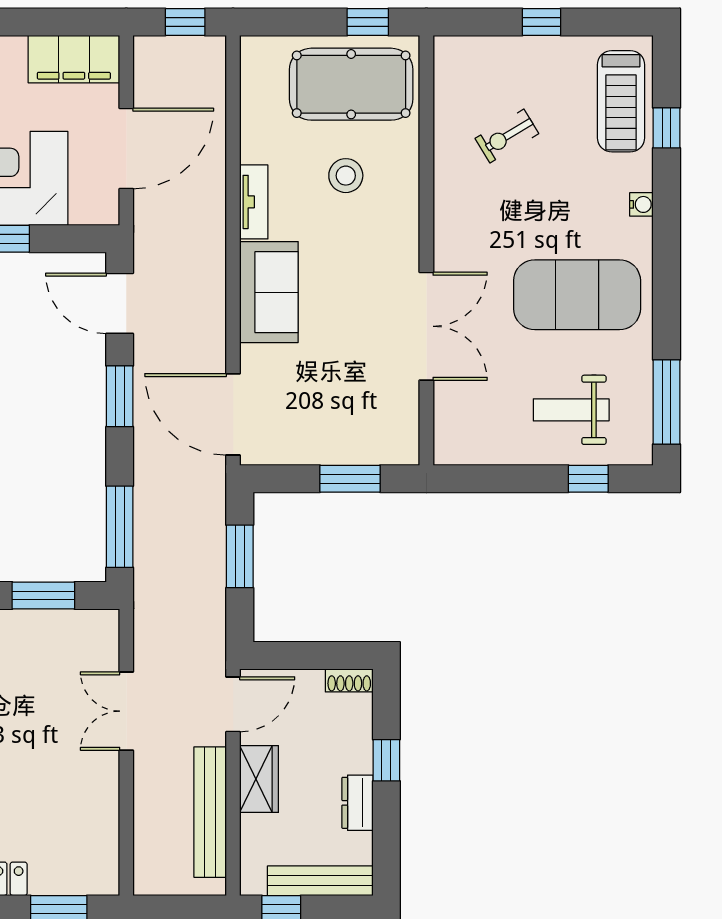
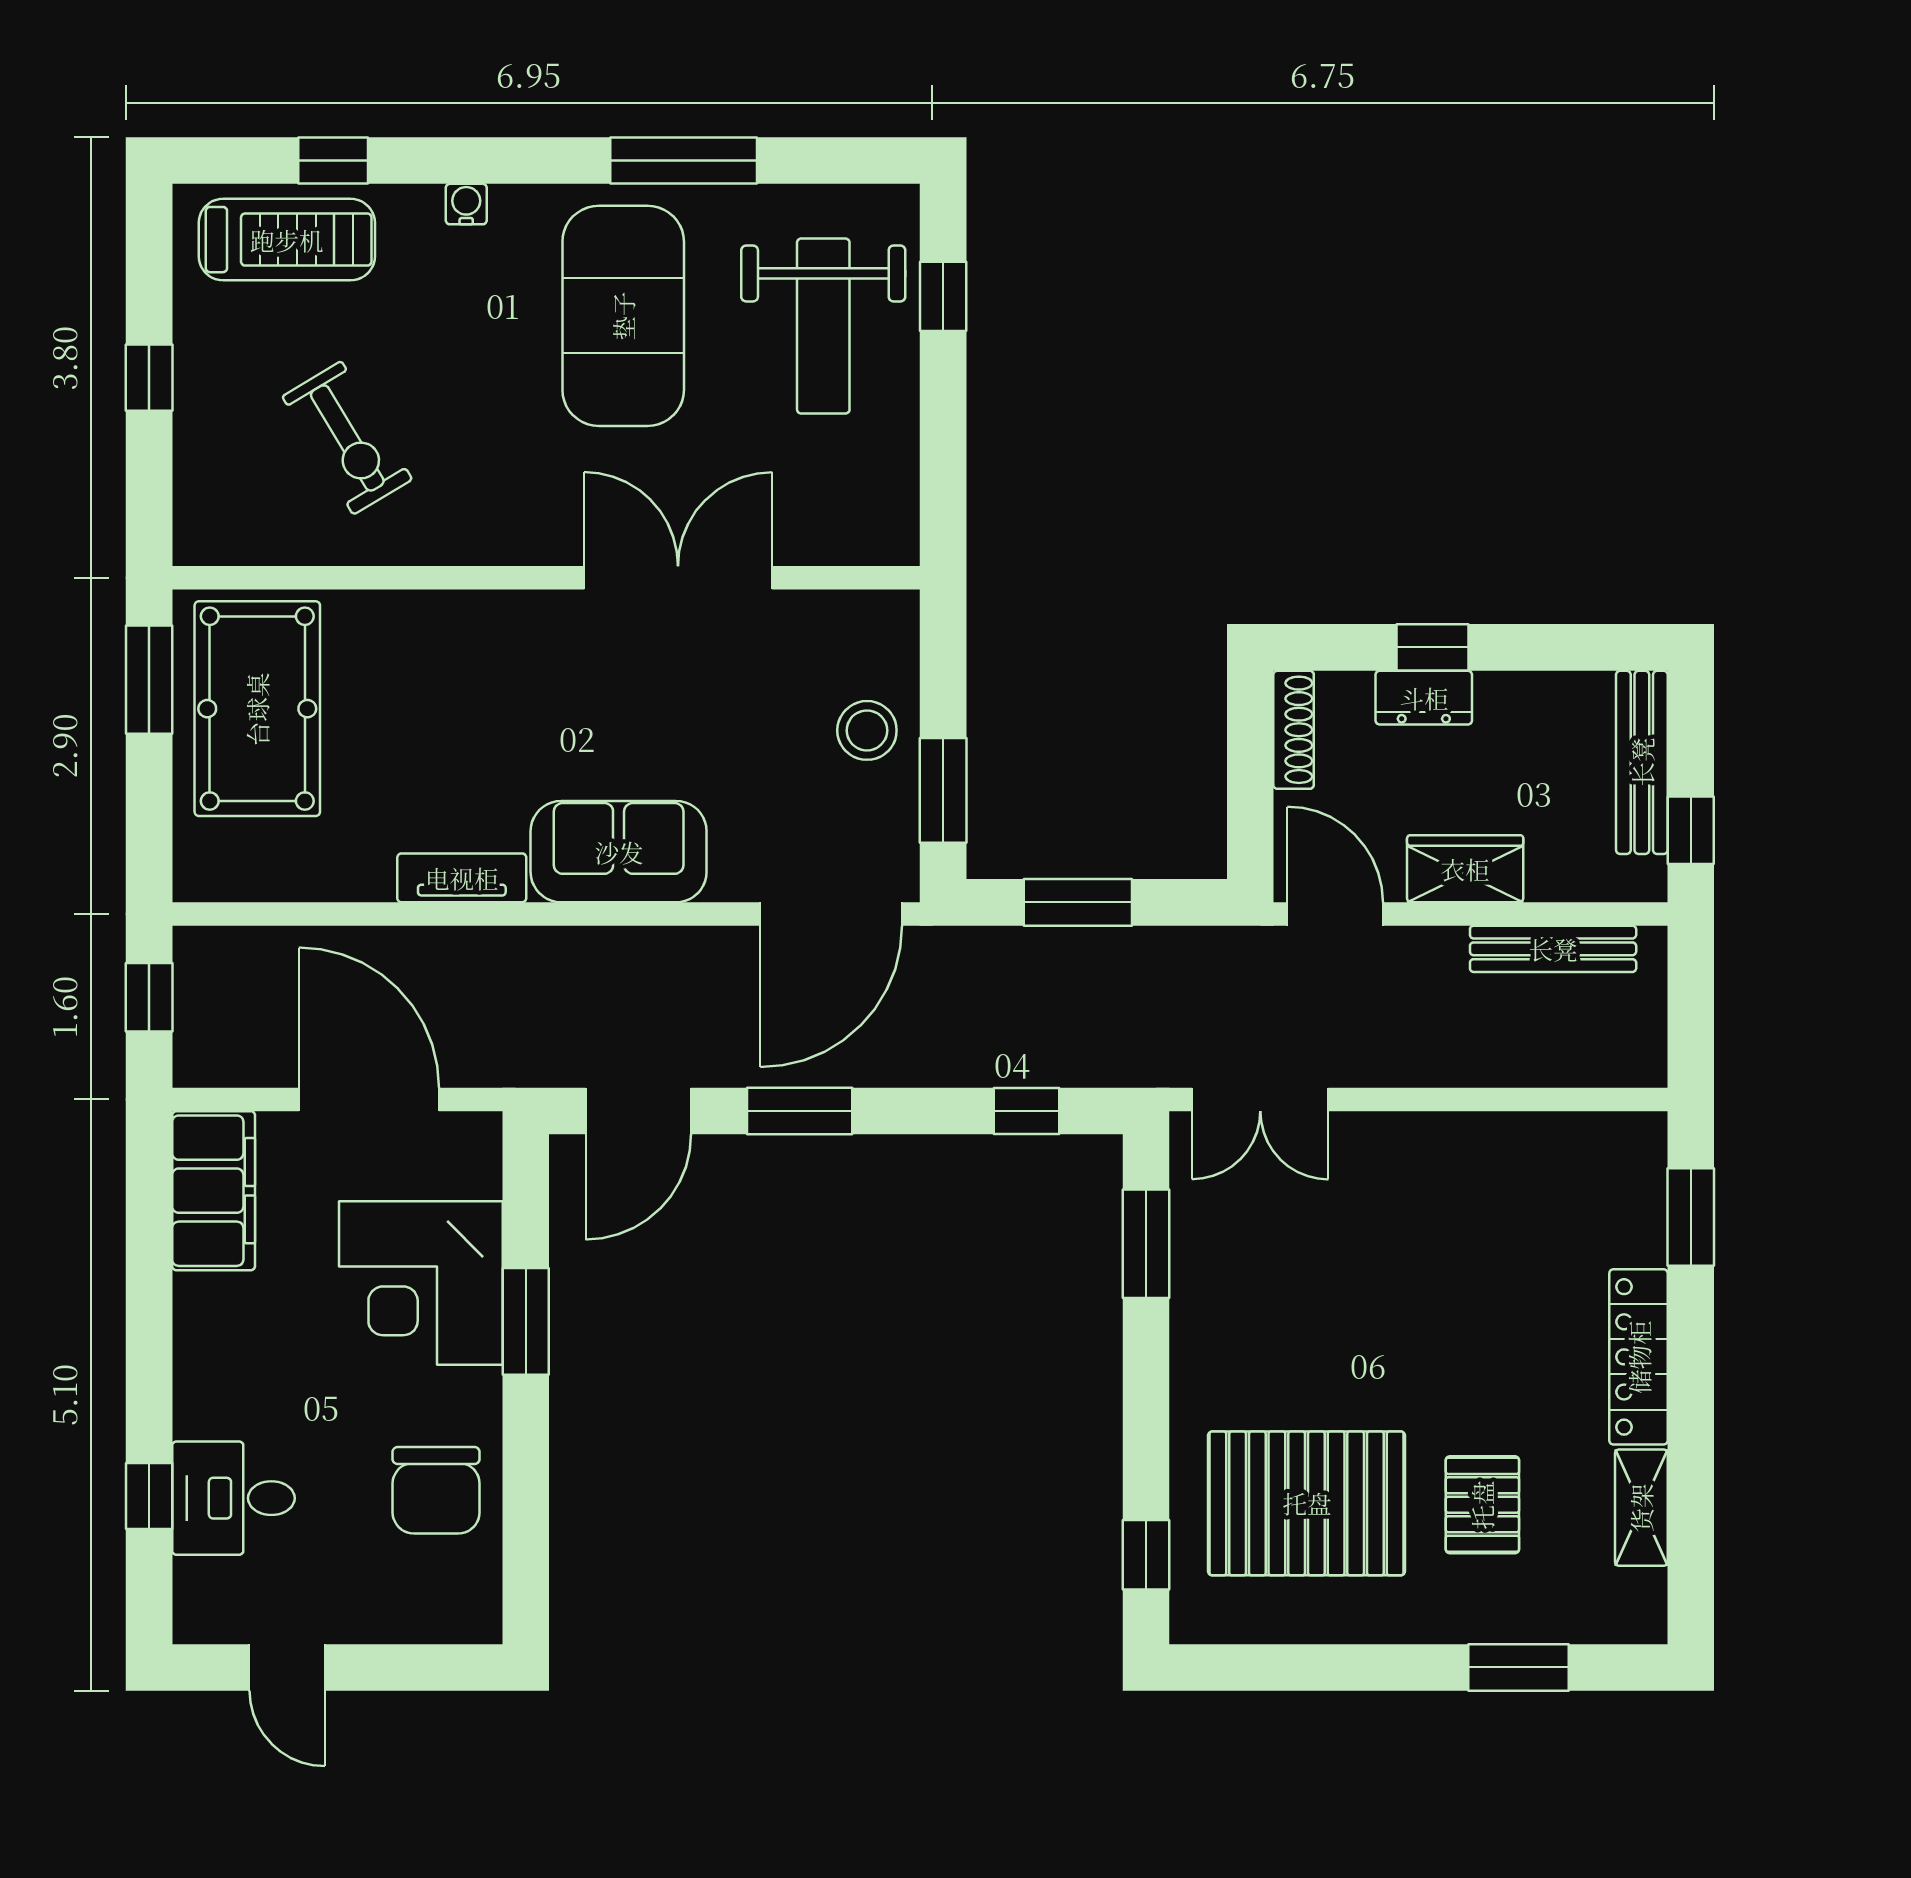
window: (368, 22) -> (149, 680), width x1.50
exercise bike: (507, 136) -> (347, 438), width x1.38, depth x1.39
stool: (346, 176) -> (867, 730), moved
window: (666, 402) -> (684, 161), moved
weight bench: (571, 410) -> (823, 326), width x1.36, depth x1.33
window: (350, 479) -> (943, 790), moved
window: (120, 527) -> (1026, 1111), width x0.46
shoe rack: (349, 680) -> (1294, 730), width x1.43
double door: (126, 711) -> (1260, 1099), moved
dresser: (357, 803) -> (1424, 698), moved
bench: (210, 812) -> (1553, 949), width x0.73, depth x0.82

